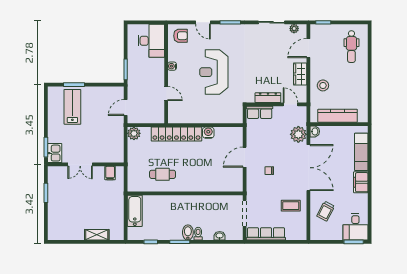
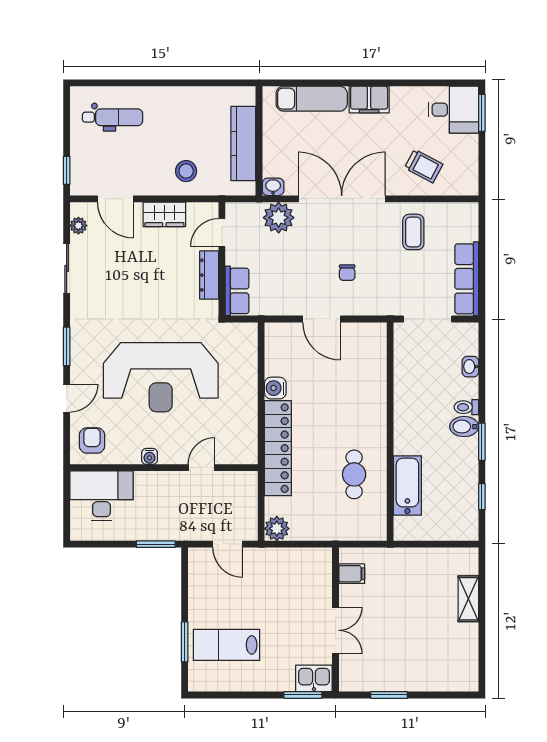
reception desk: (214, 72) -> (161, 377), width x1.36, depth x1.30
bathtub: (135, 211) -> (407, 486), moved, turned 90

